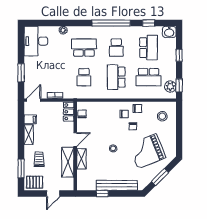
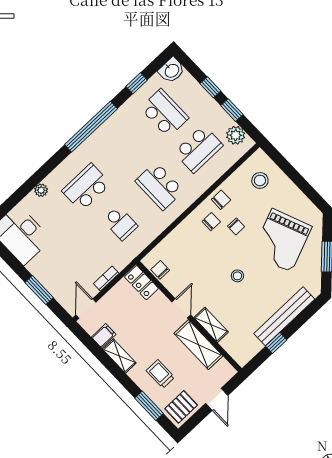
school desk: (116, 48) -> (125, 150), removed
window: (179, 85) -> (232, 110), moved

